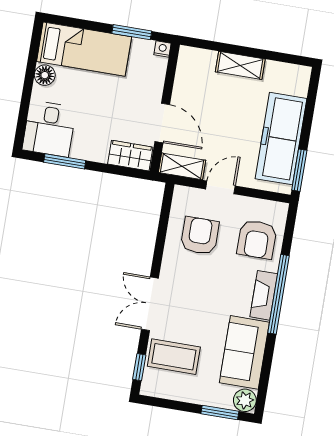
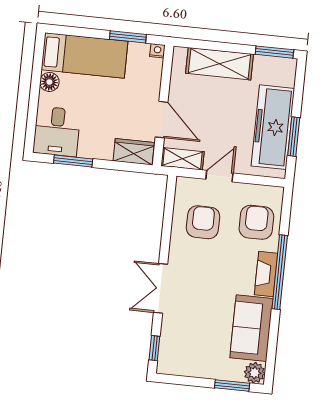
window: (288, 58) -> (274, 52), added
shelving: (240, 65) -> (220, 64), width x1.50, depth x1.33
window: (299, 170) -> (294, 137), moved
armchair: (257, 239) -> (256, 222), turned 180
coffee table: (174, 357) -> (186, 336), removed

